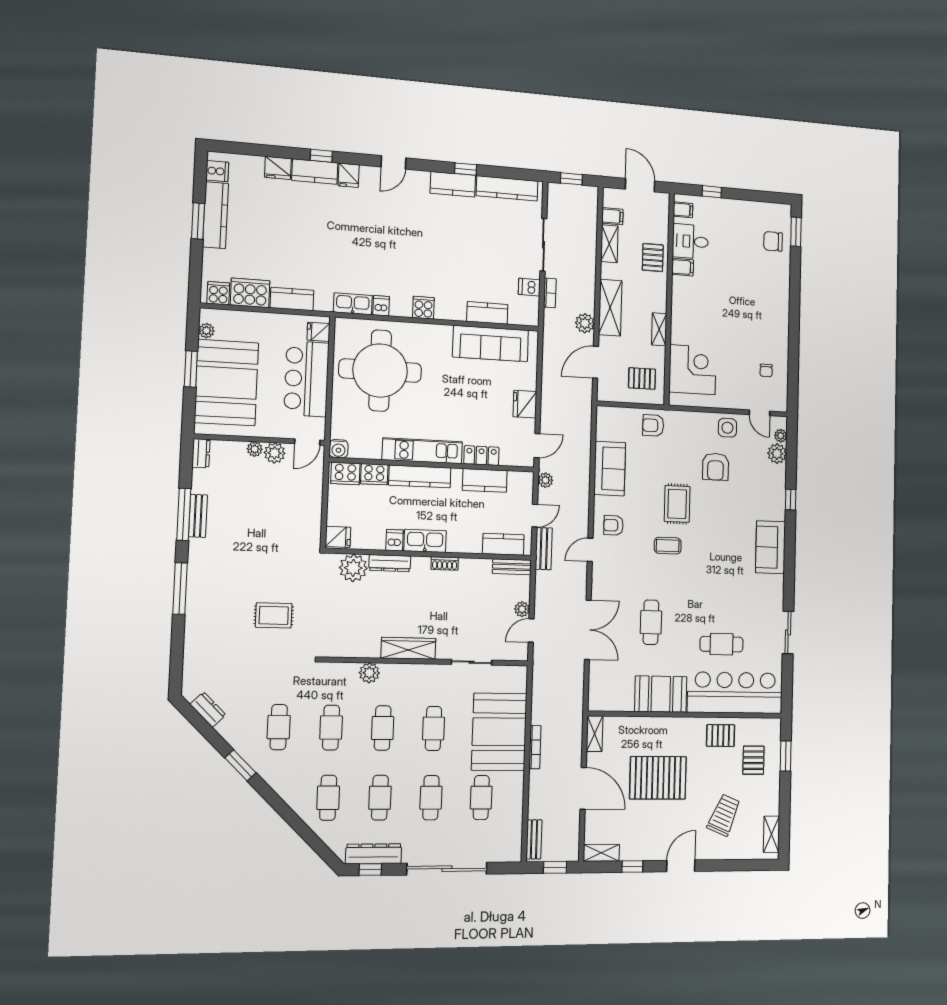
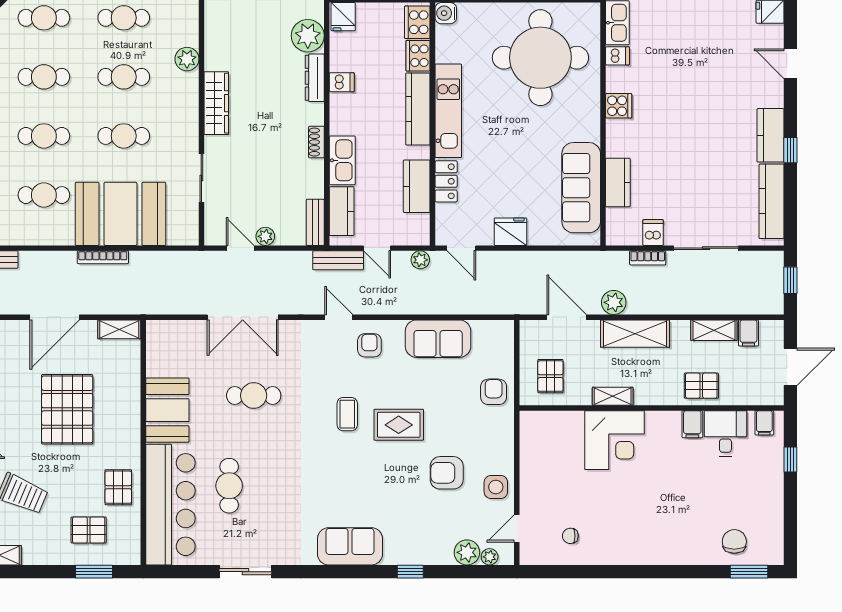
corner desk: (692, 370) -> (615, 440), moved
kitchen sink: (425, 541) -> (342, 160), moved

